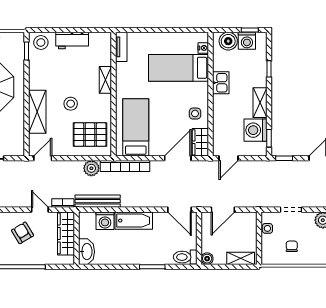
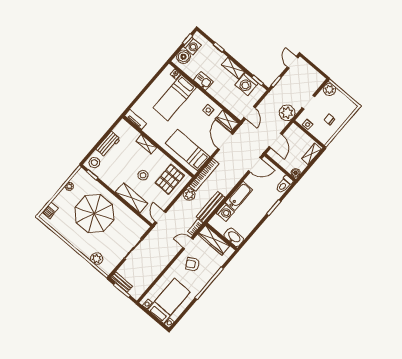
plant: (262, 197) -> (287, 113), added

